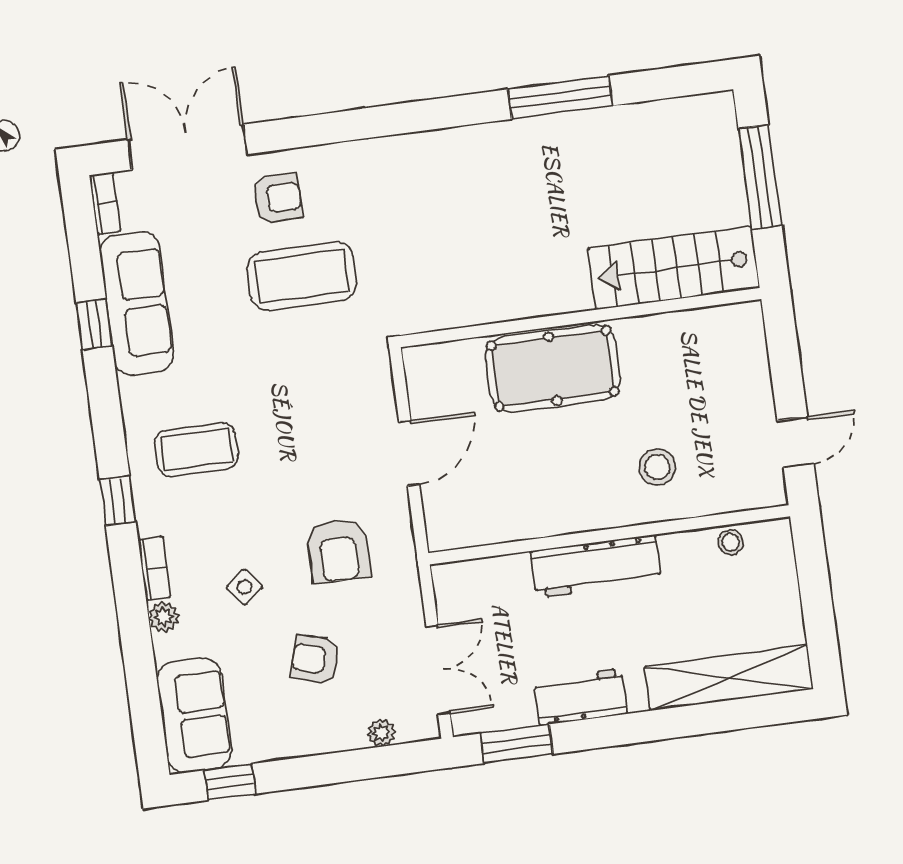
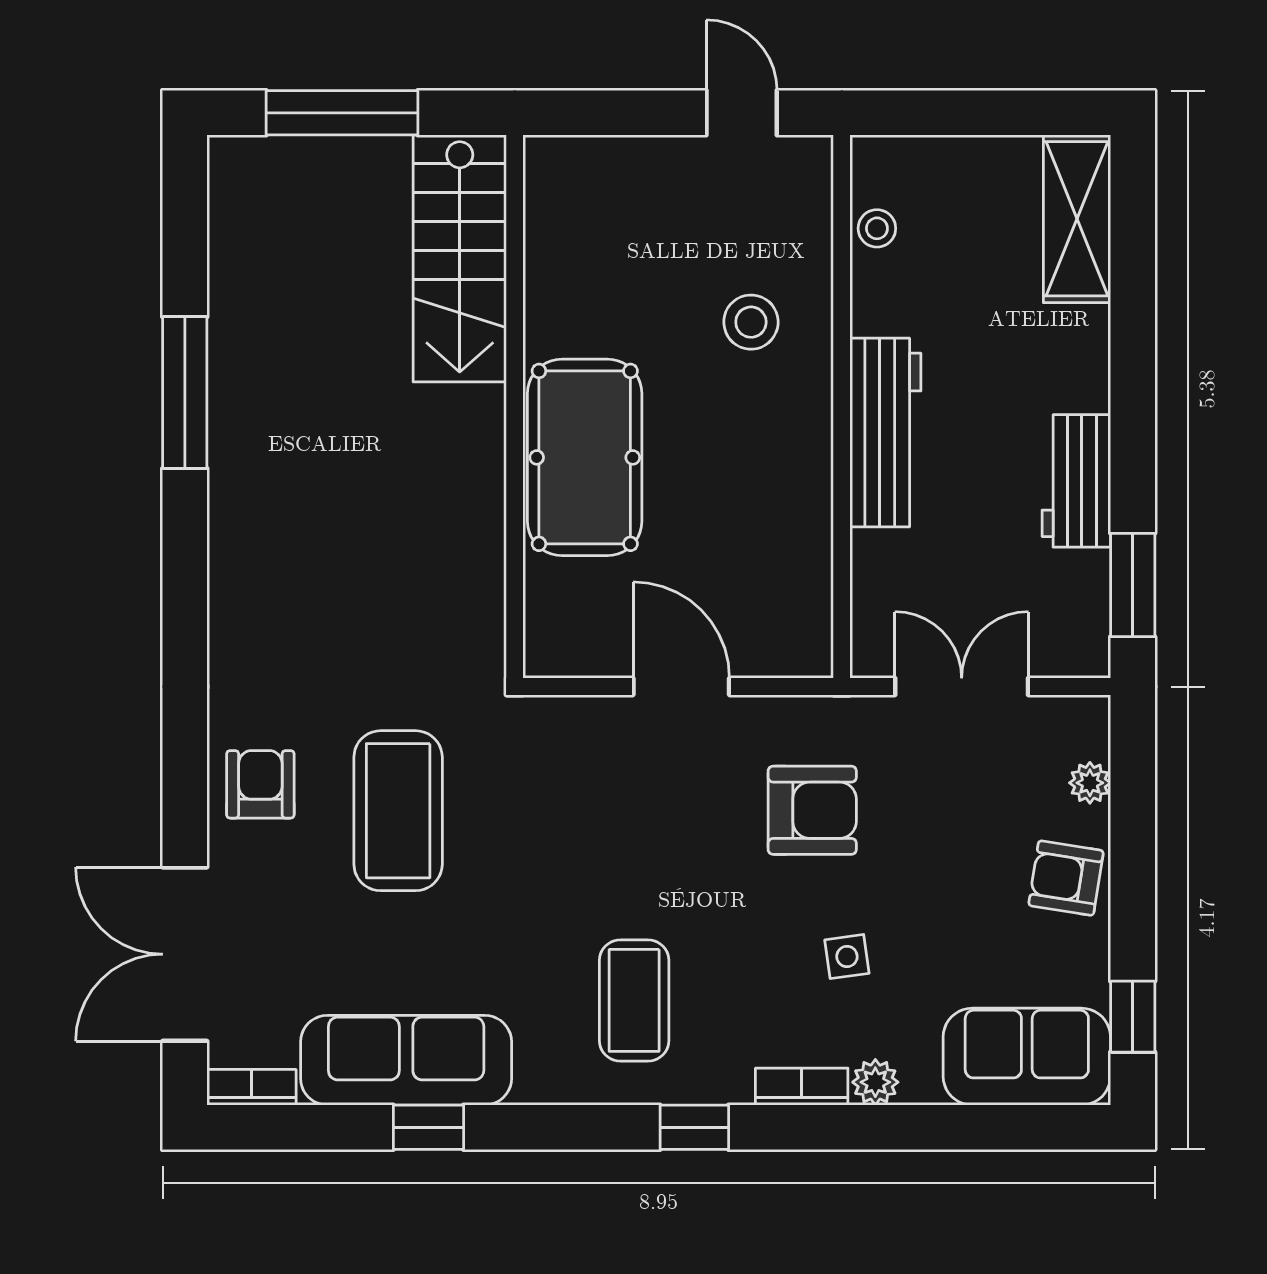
armchair: (277, 198) -> (260, 784), moved
side table: (245, 587) -> (847, 957), turned 31
armchair: (315, 659) -> (1066, 878), moved, turned 83
double door: (438, 670) -> (962, 687), moved
shelving: (729, 678) -> (1077, 219), width x0.68

